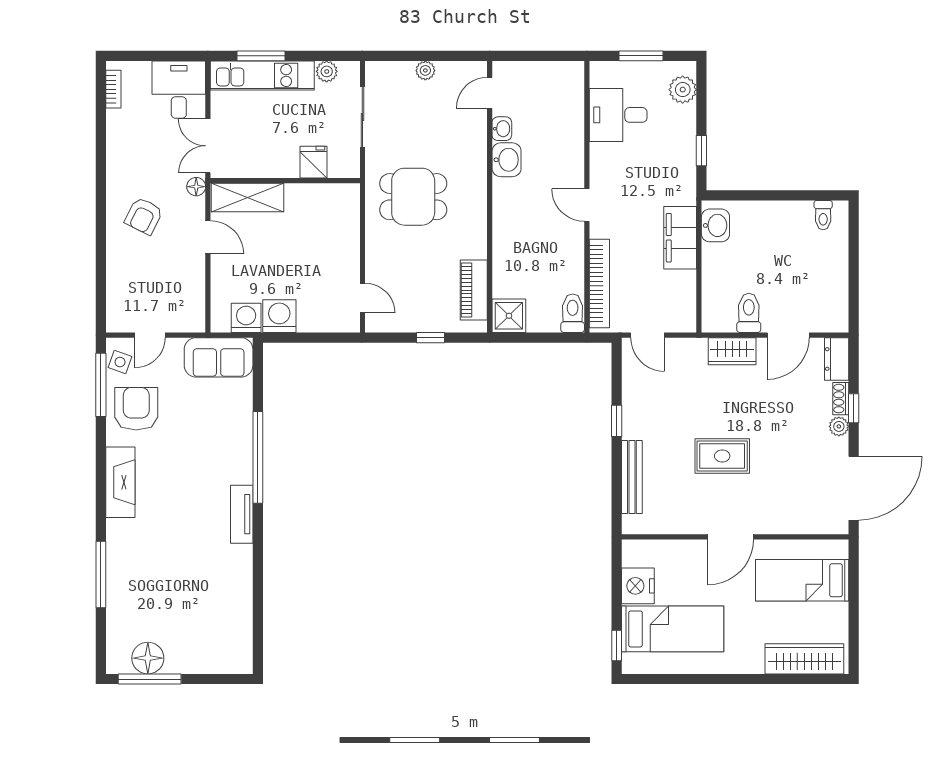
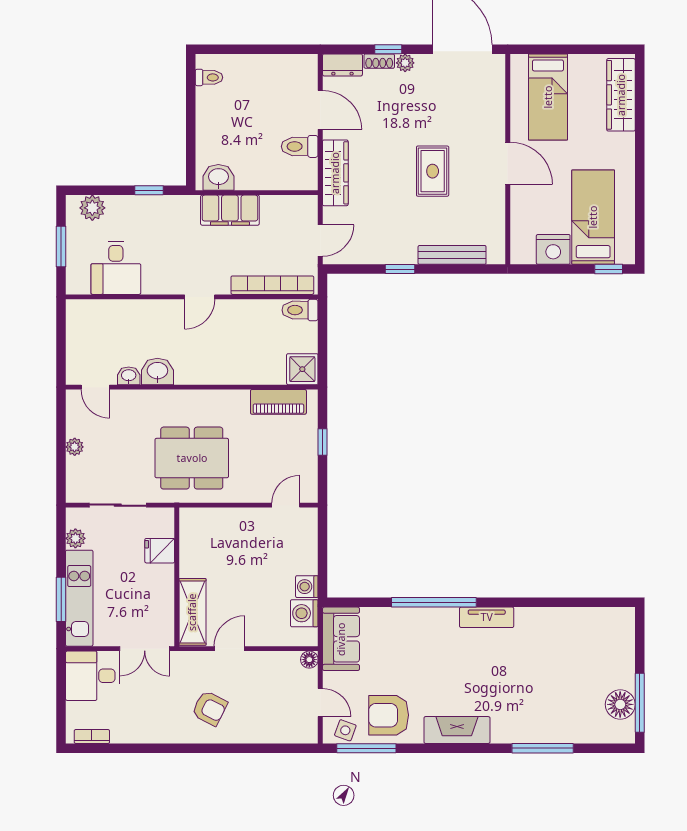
floor lamp: (196, 187) -> (309, 660), moved
dining table: (413, 197) -> (192, 458), width x1.38
washing machine: (279, 316) -> (307, 587), width x0.73, depth x0.73
wardrobe: (732, 351) -> (335, 173), width x1.50

